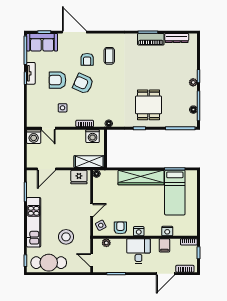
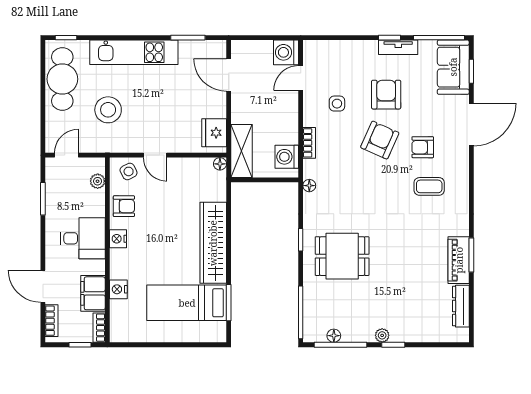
filing cabinet: (164, 245) -> (93, 293), width x2.00

